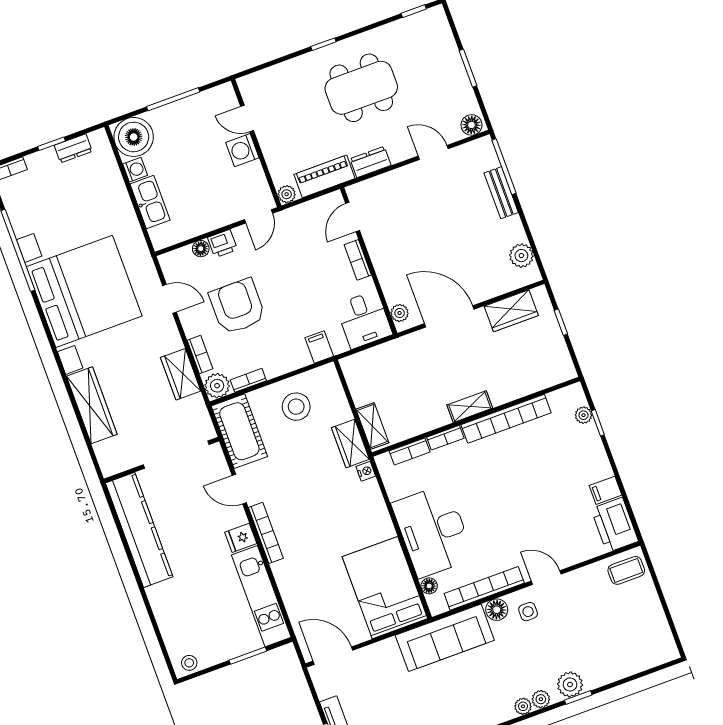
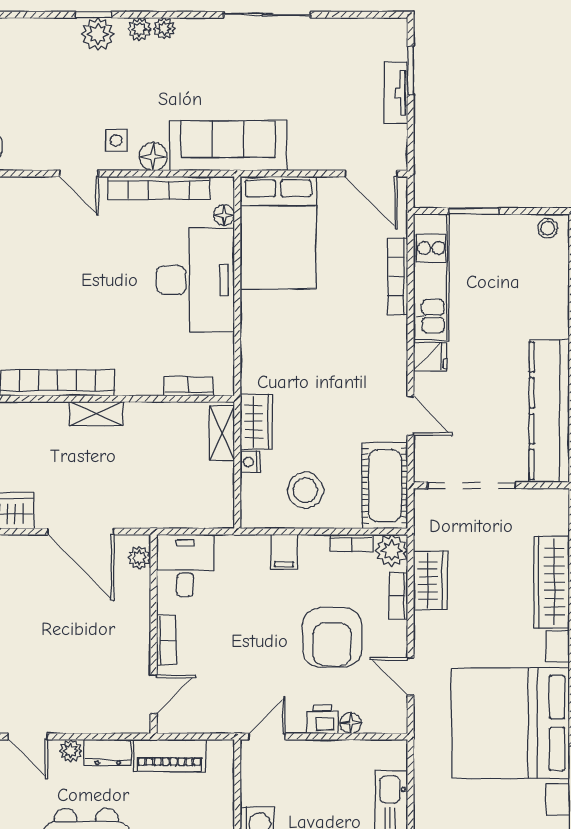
plant: (287, 194) -> (71, 751), moved
filing cabinet: (319, 347) -> (284, 552), moved
bookcase: (445, 438) -> (139, 387), removed
nightstand: (366, 471) -> (250, 462), moved
bookcase: (266, 533) -> (398, 277), moved

